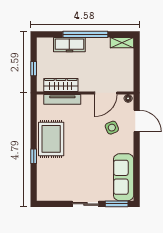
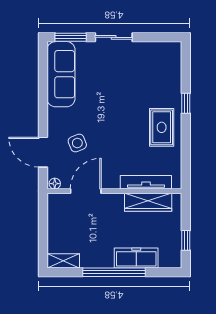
window: (34, 69) -> (186, 240), moved
rug: (51, 139) -> (162, 127), width x0.73, depth x0.70

